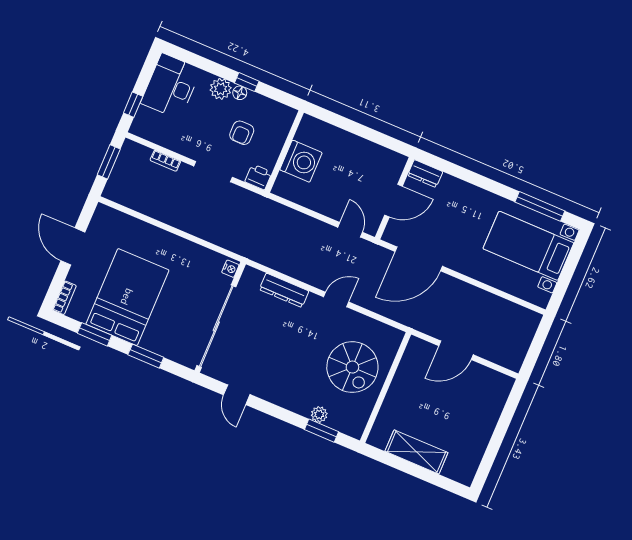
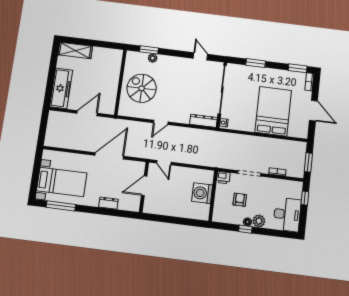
dresser: (425, 174) -> (108, 203), moved
door: (419, 259) -> (109, 156), moved
dresser: (284, 290) -> (203, 121), moved
bed: (127, 297) -> (273, 111), moved, turned 180
window: (95, 334) -> (298, 68), moved
freezer: (488, 405) -> (61, 88), added
shelving: (416, 452) -> (75, 50), moved

